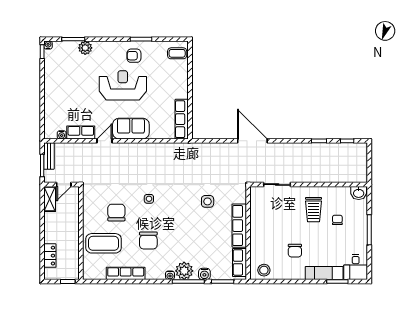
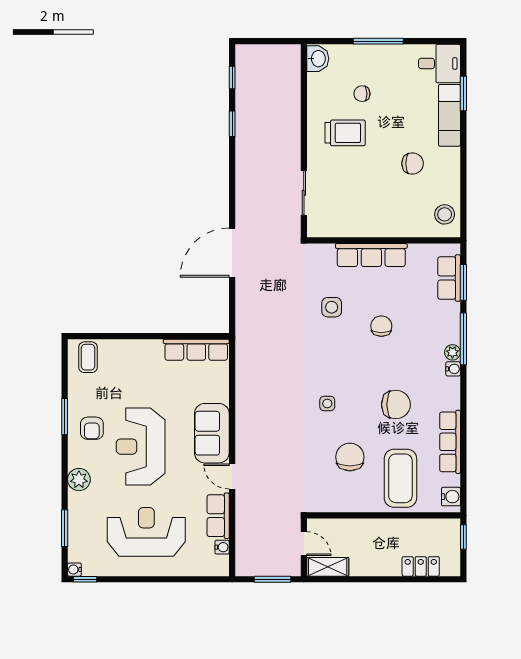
plant: (85, 48) -> (79, 480), moved
reception desk: (71, 89) -> (146, 532), added
door: (252, 141) -> (232, 253), moved
bench: (49, 156) -> (257, 568), removed
chair: (116, 213) -> (350, 457), turned 90
chair: (196, 232) -> (381, 326), added
row of seats: (239, 262) -> (449, 278), moved, turned 90
plant: (184, 271) -> (452, 352), width x0.53, depth x0.53
water cooler: (204, 274) -> (451, 497), moved

